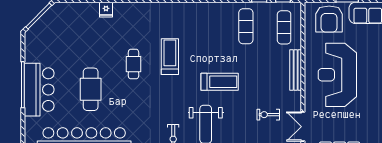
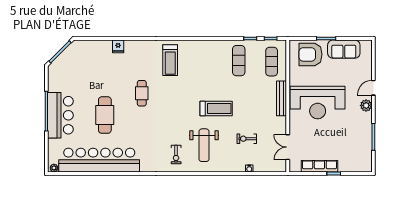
armchair: (329, 19) -> (310, 54), turned 90
treadmill: (170, 57) -> (170, 60), moved, turned 180
reception desk: (337, 75) -> (318, 102), turned -90
exercise bike: (268, 115) -> (247, 139), moved

